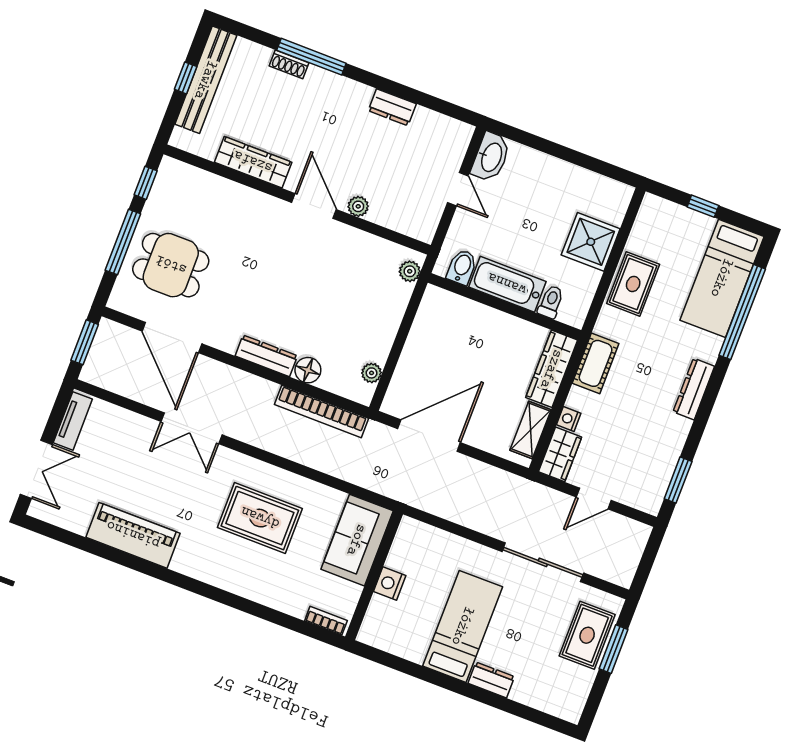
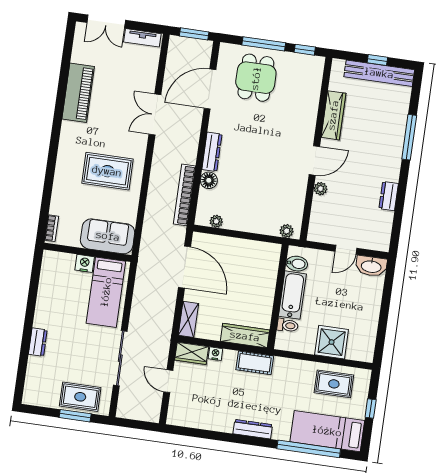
shoe rack: (289, 64) -> (401, 124), removed
rug: (633, 284) -> (334, 384), moved
shelving: (531, 430) -> (188, 319), moved, turned 90
window: (678, 480) -> (192, 432), removed
rug: (260, 518) -> (107, 171), turned 90
bed: (463, 626) -> (106, 292), moved, turned 90

